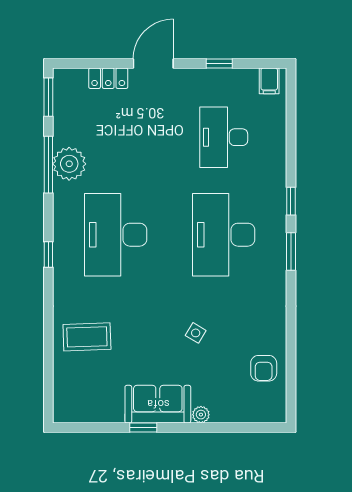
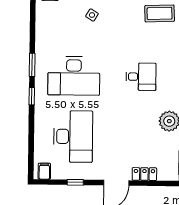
desk: (224, 137) -> (73, 136), width x1.36, depth x1.30
desk: (116, 235) -> (141, 77), width x0.53, depth x0.77
desk: (224, 235) -> (74, 76), turned 90

